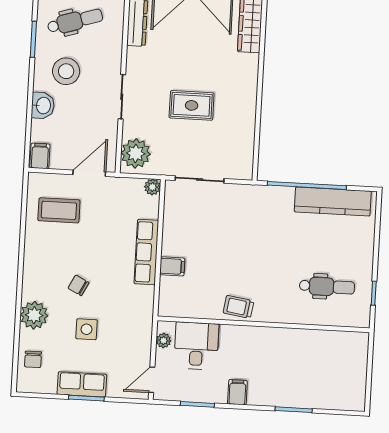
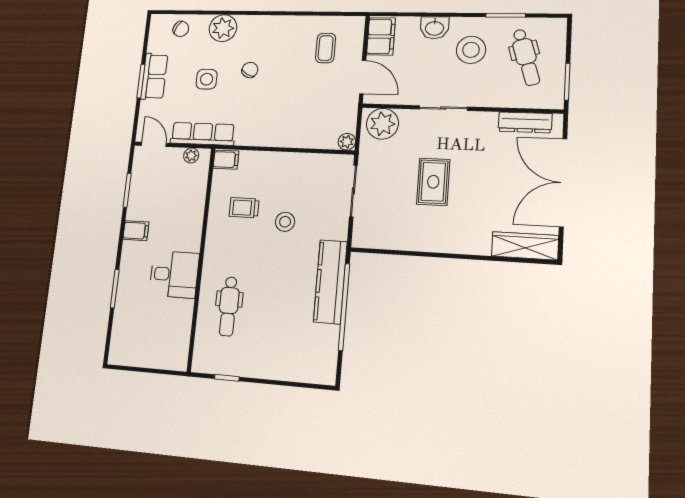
filing cabinet: (40, 156) -> (381, 36), width x2.00
kitchen counter: (333, 202) -> (330, 282), moved
coffee table: (59, 210) -> (326, 48), width x0.73, depth x0.77
stool: (229, 244) -> (285, 222), added
row of seats: (146, 252) -> (203, 134), moved
filing cabinet: (172, 266) -> (226, 160), moved, turned -90
dental chair: (327, 287) -> (229, 306), moved
trolley: (238, 307) -> (244, 208), moved, turned -99
desk: (196, 346) -> (174, 274), moved
chair: (33, 359) -> (181, 29), turned -150

